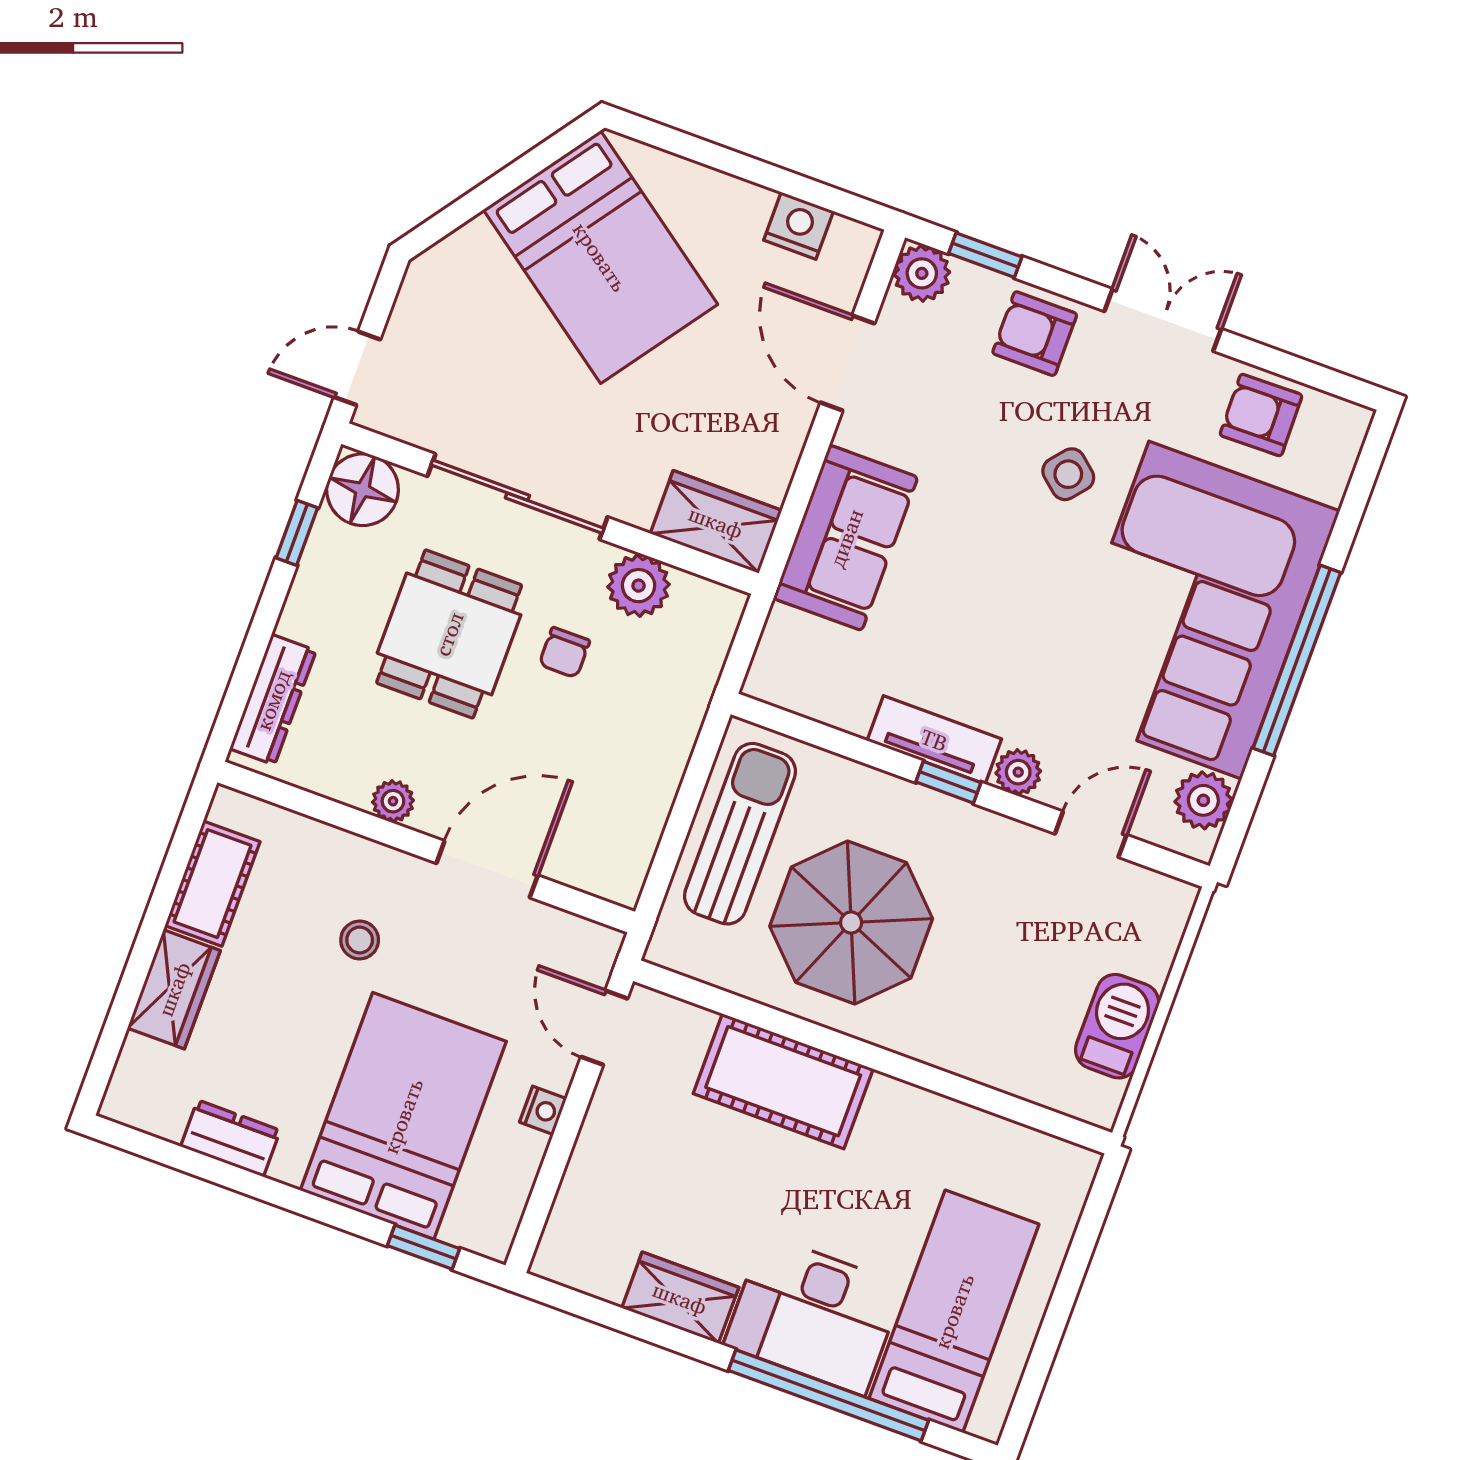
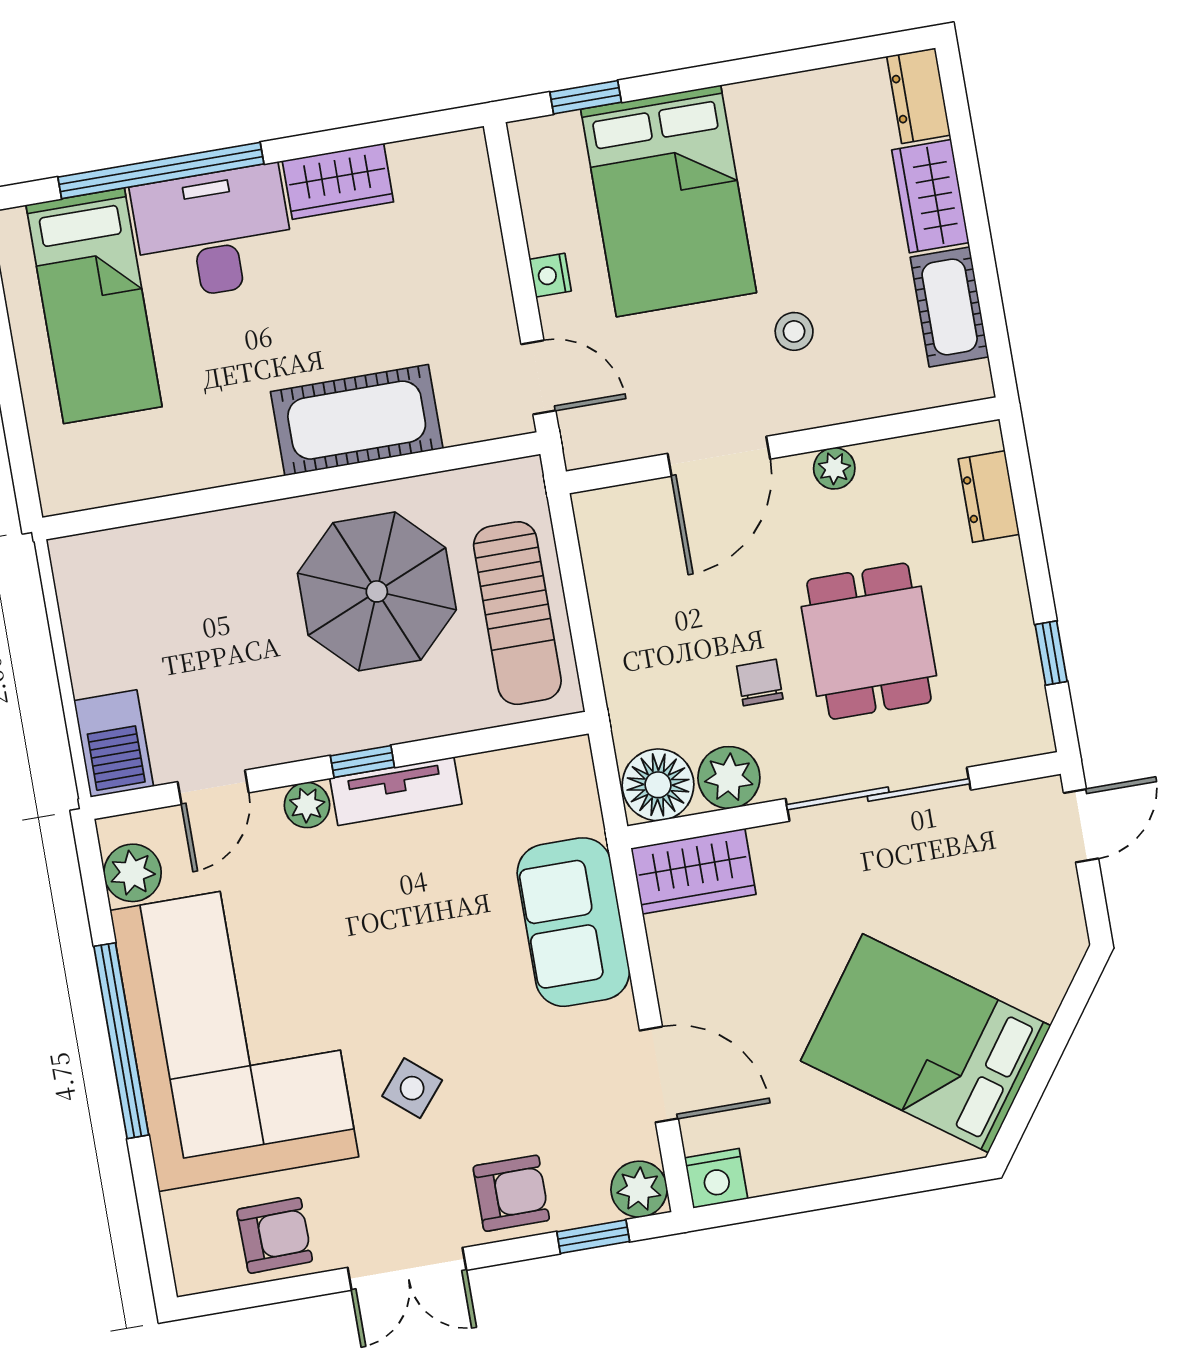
nightstand: (799, 226) -> (716, 1178), moved
floor lamp: (363, 490) -> (658, 785), moved
dresser: (273, 700) -> (989, 497), width x0.70
barbecue: (1117, 1026) -> (114, 744), moved
dresser: (230, 1138) -> (919, 96), moved, turned 90

